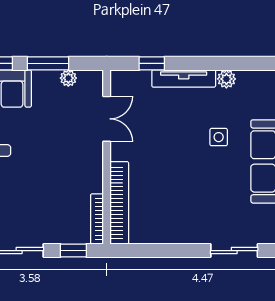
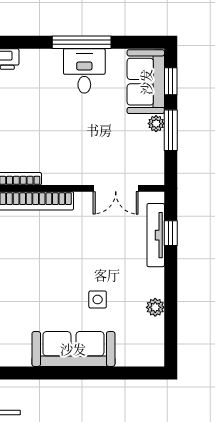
plant: (68, 78) -> (156, 124), moved
tv unit: (184, 79) -> (156, 235), moved

